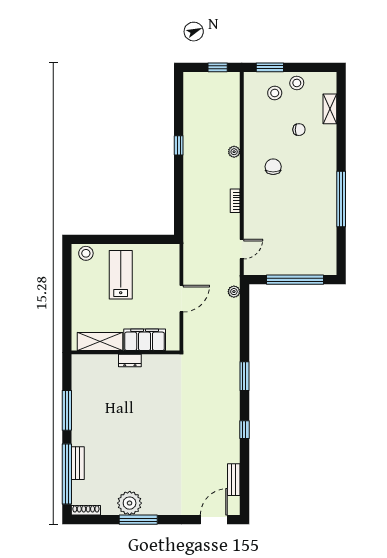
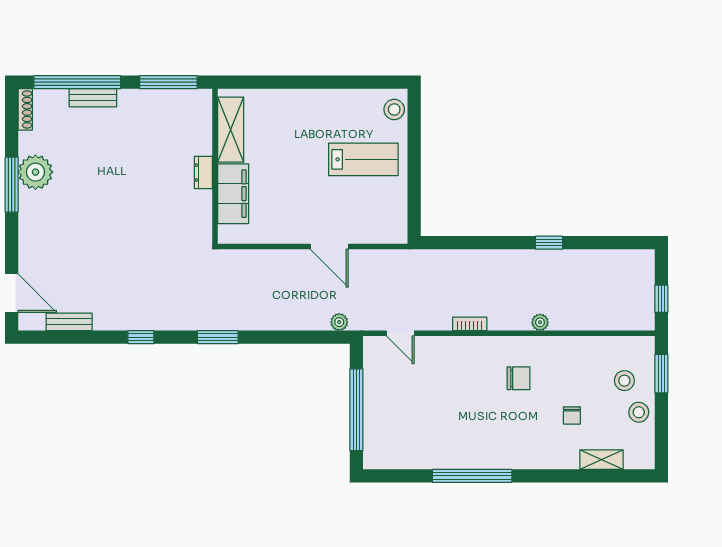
filing cabinet: (145, 340) -> (233, 194), moved
shelving: (100, 341) -> (231, 130), moved
wall: (126, 352) -> (215, 166), moved
dresser: (130, 360) -> (203, 173), moved

